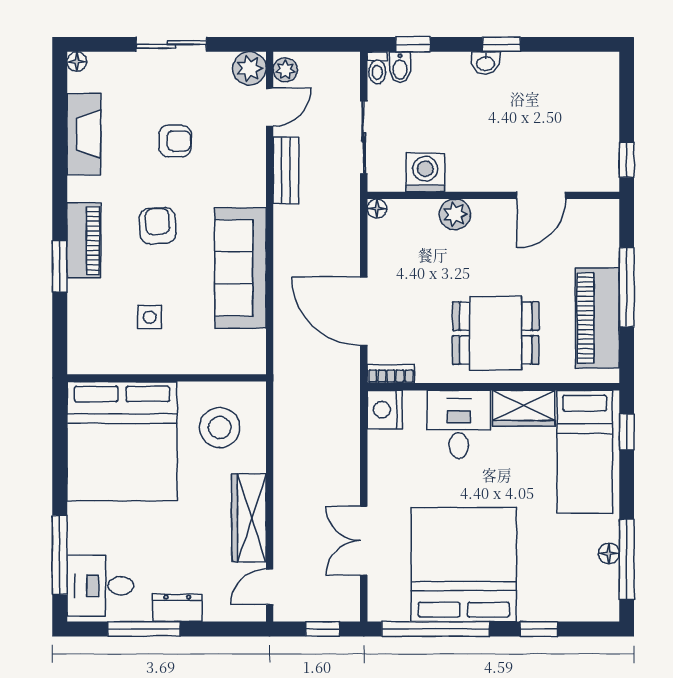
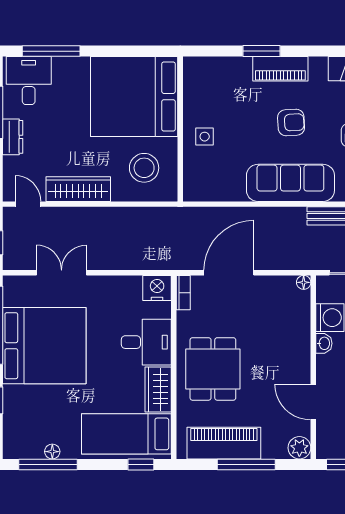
washbasin: (461, 181) -> (324, 343), added
plant: (455, 214) -> (299, 448), moved
sofa: (240, 268) -> (290, 183), moved
side table: (150, 317) -> (205, 137), moved

